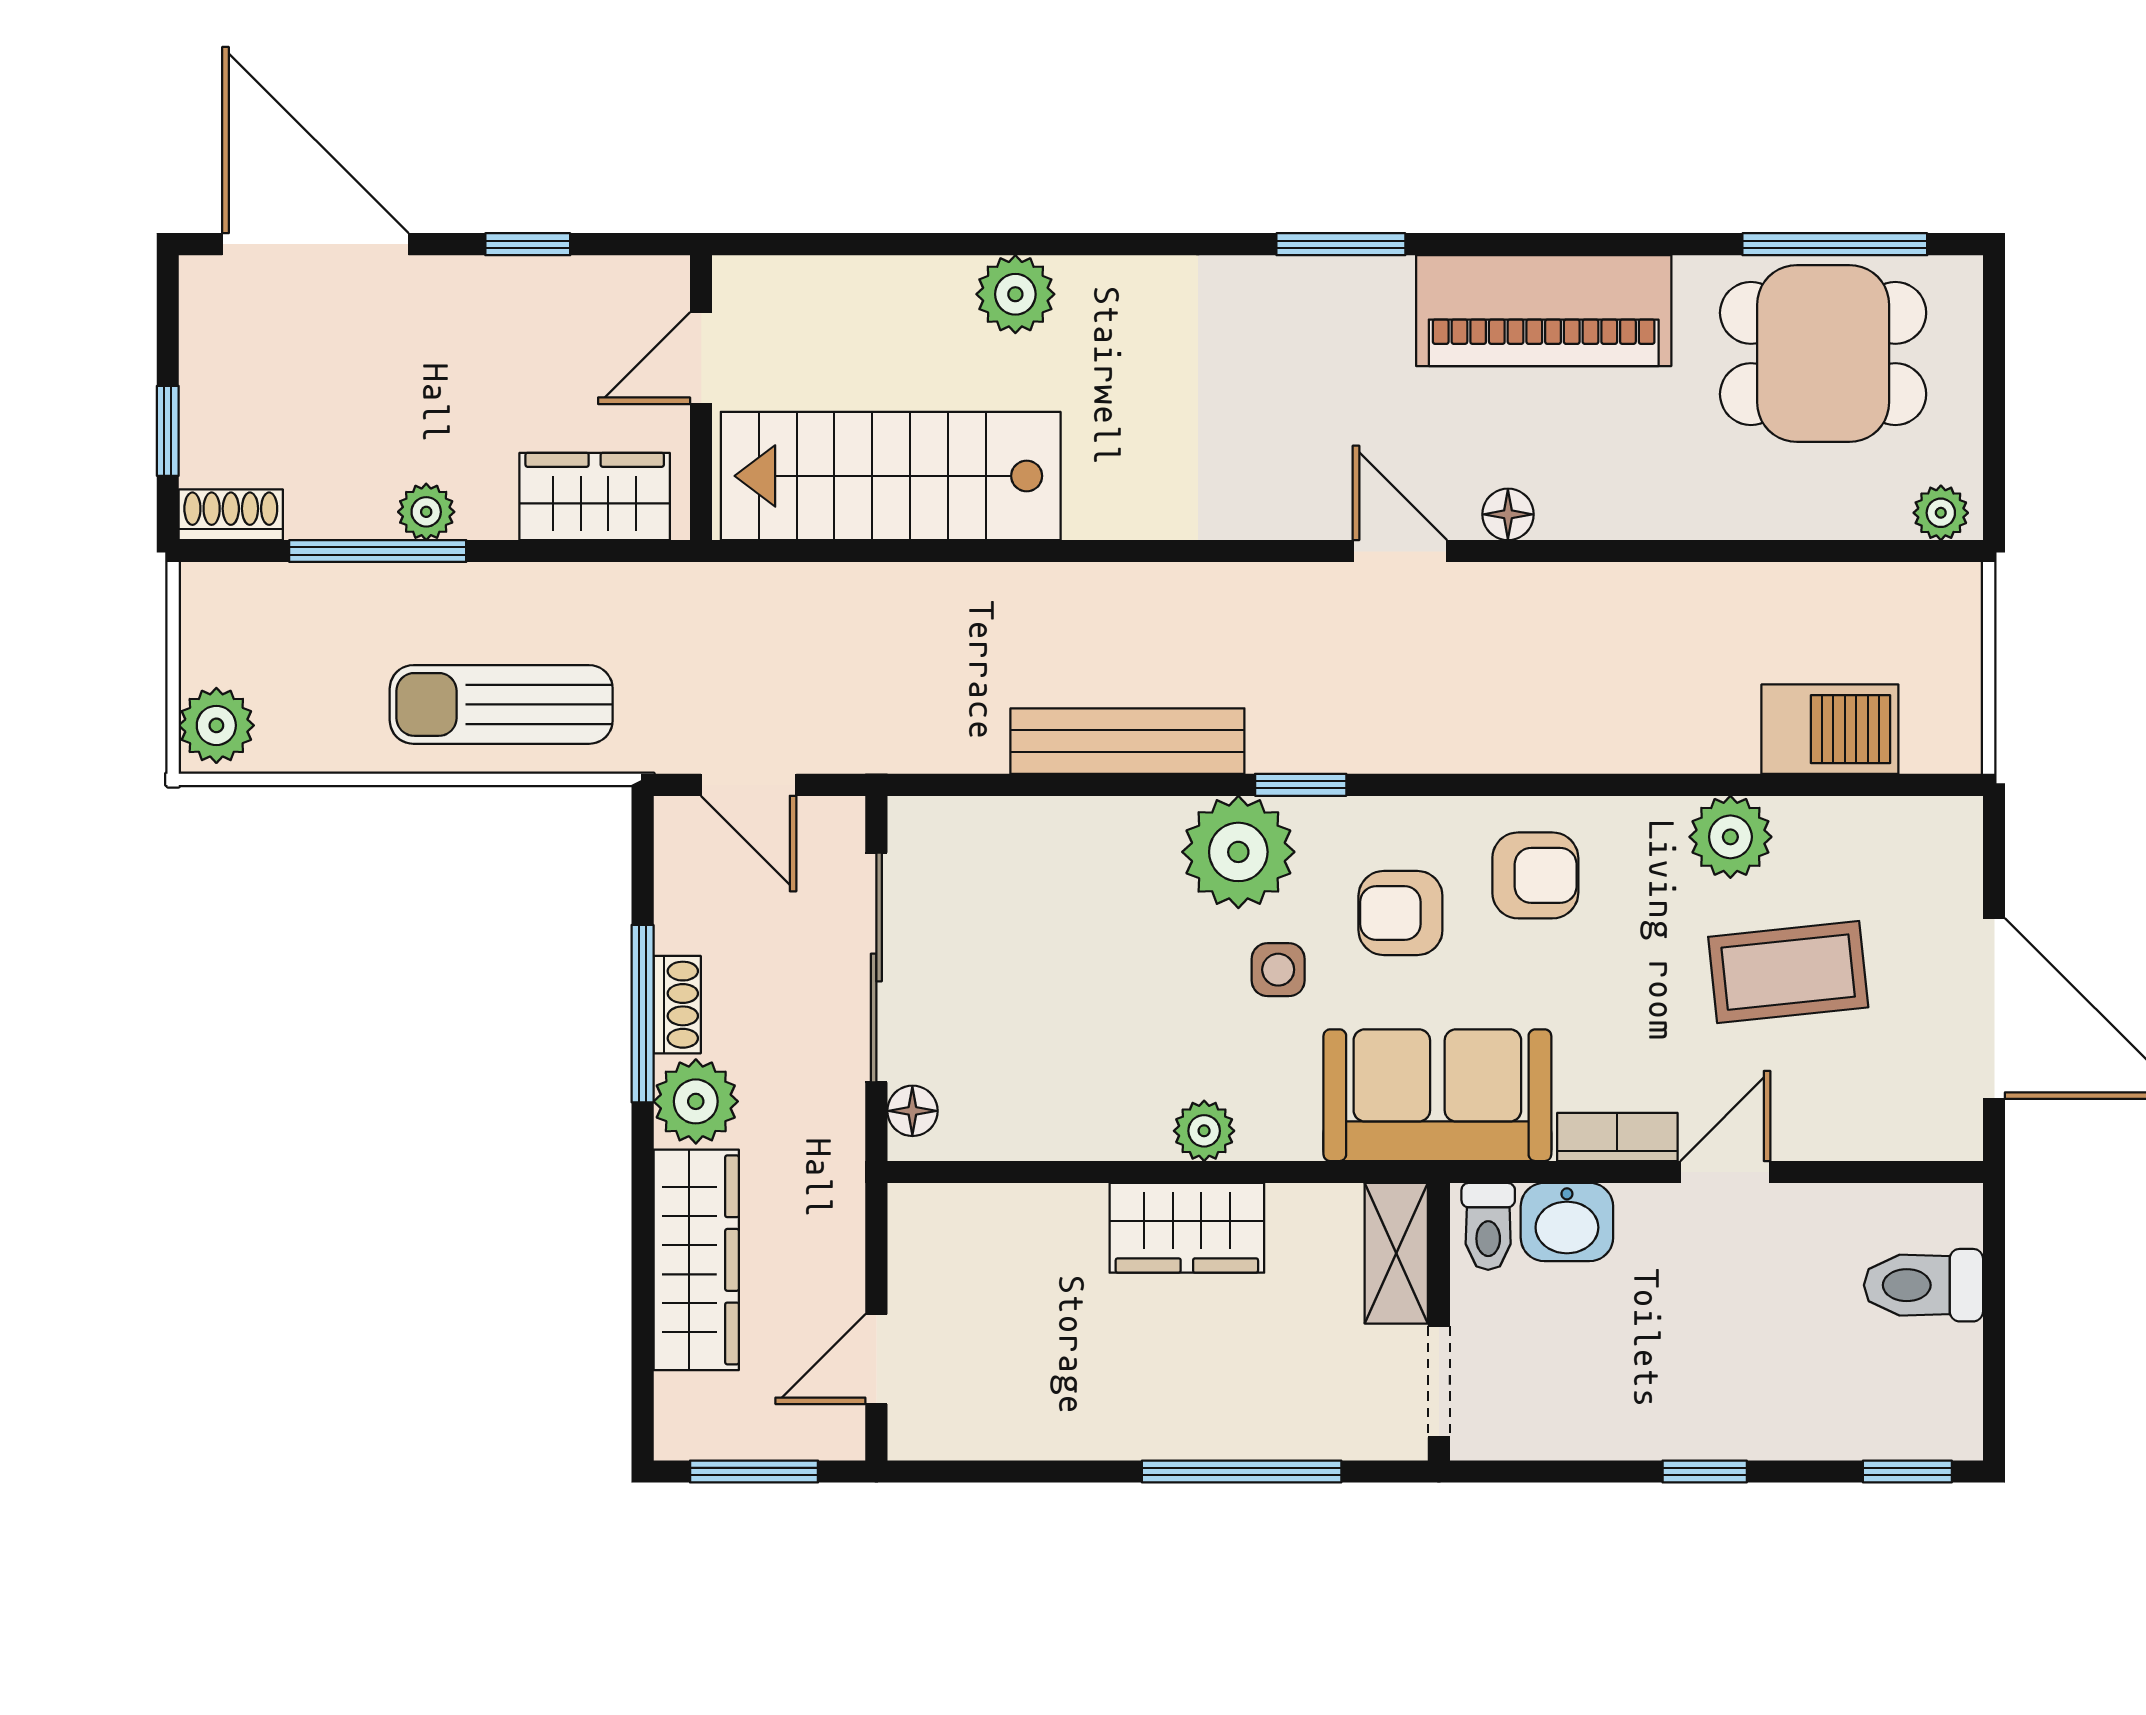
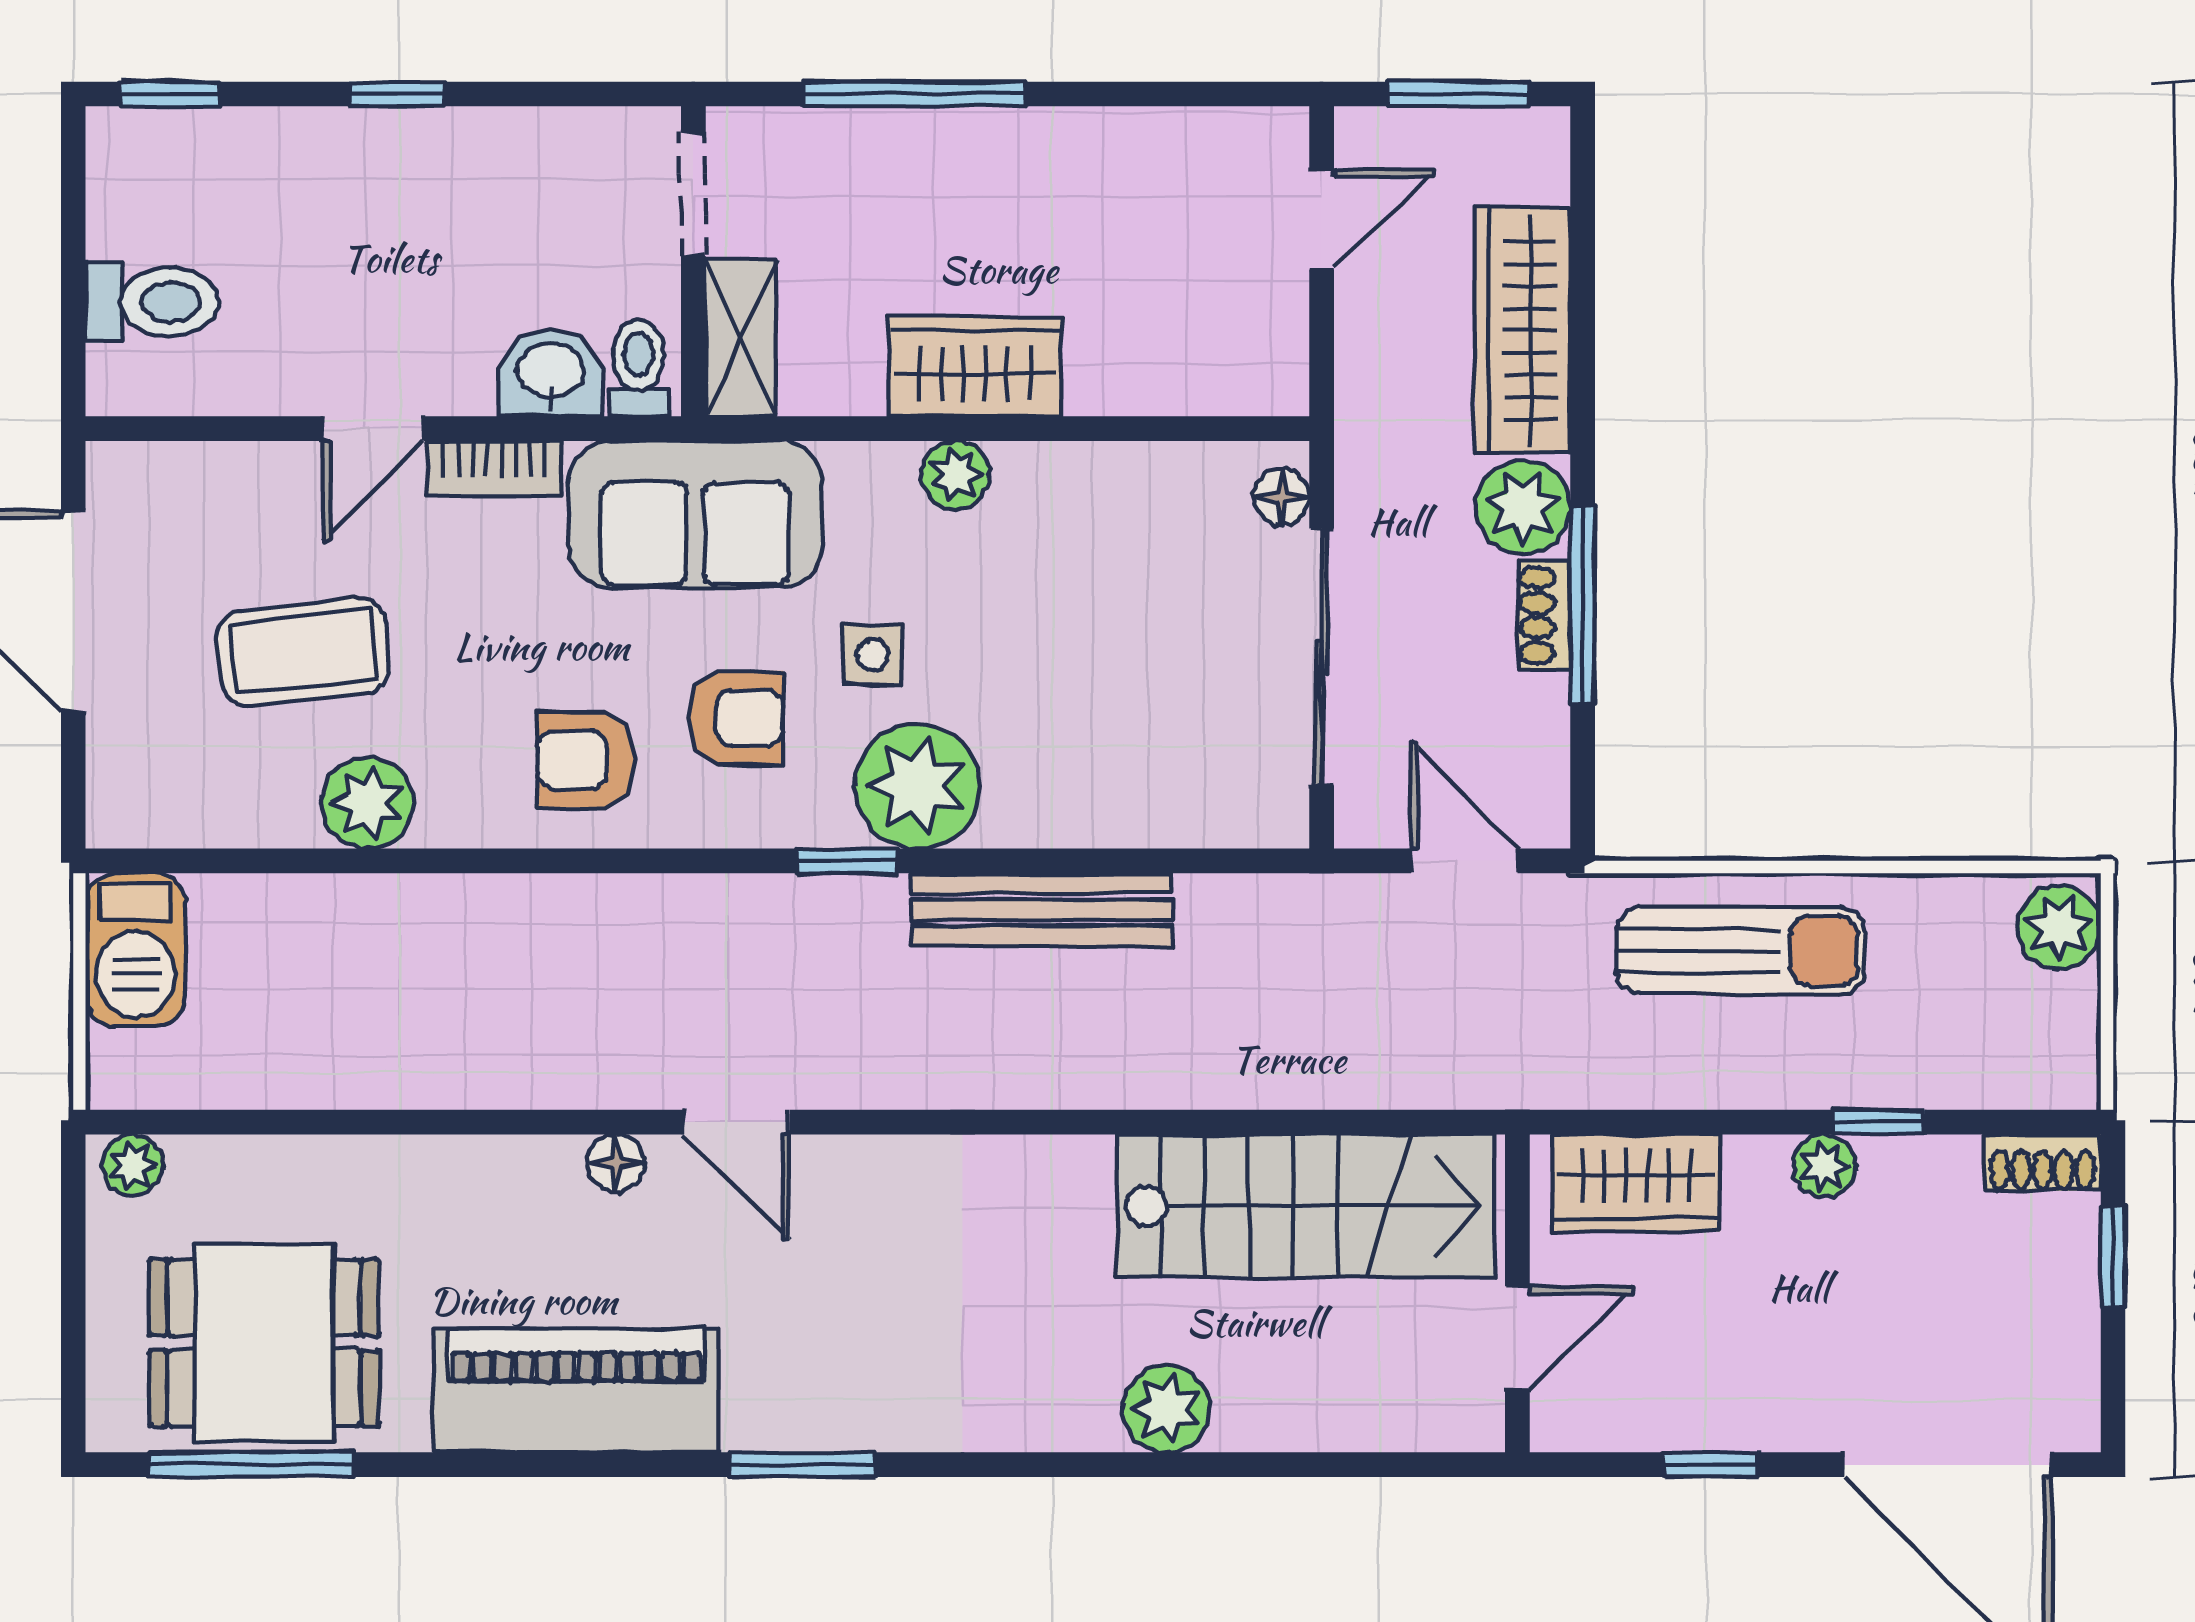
window: (378, 551) -> (1879, 1122), width x0.46
barbecue: (1830, 729) -> (135, 950), moved, turned -90

